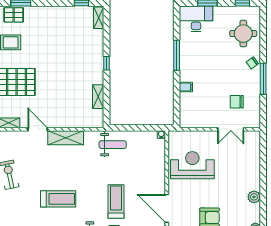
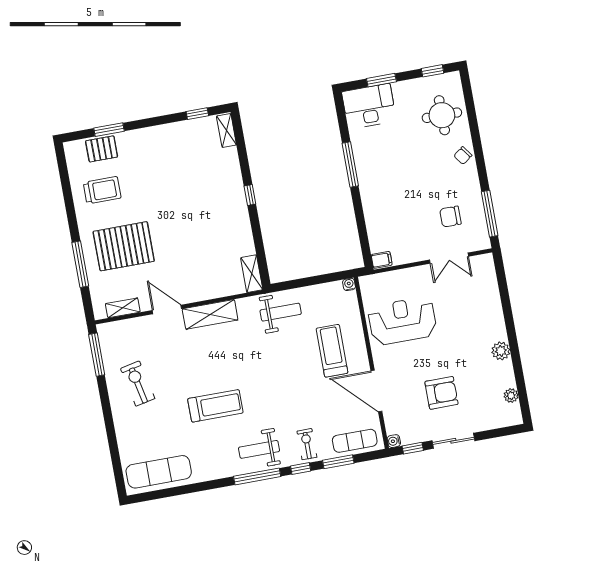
window: (263, 79) -> (490, 214), moved
filing cabinet: (186, 87) -> (382, 260), moved
shelving: (98, 97) -> (252, 274), moved
treadmill: (116, 201) -> (332, 351), moved

